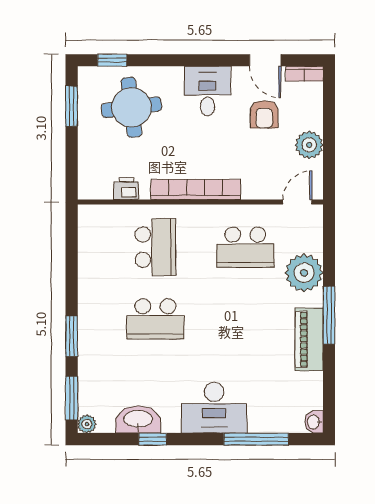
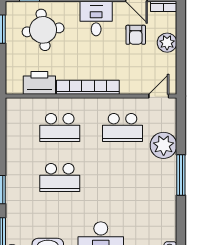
plant: (309, 145) -> (167, 43), moved
printer: (126, 189) -> (39, 83), width x1.87, depth x1.48
school desk: (155, 247) -> (60, 127), turned 90
piano: (309, 339) -> (167, 192), removed

